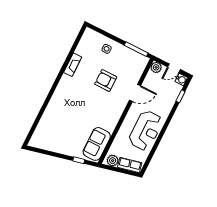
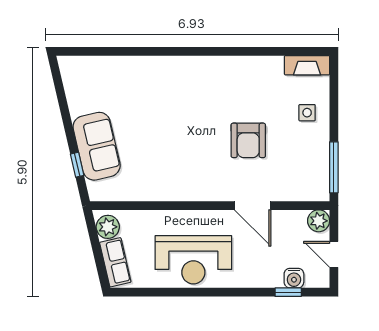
fireplace: (73, 65) -> (307, 65), moved
armchair: (106, 80) -> (248, 140), turned 180
water cooler: (181, 80) -> (294, 278), moved
sofa: (97, 144) -> (97, 146), moved, turned 77

